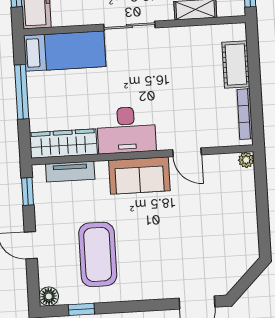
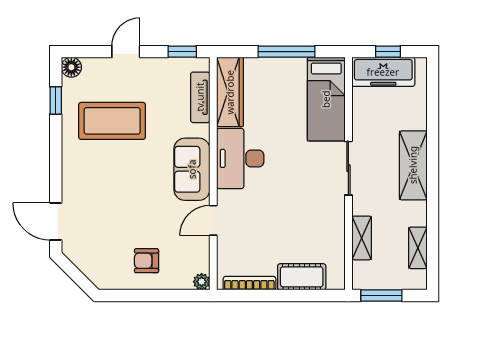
armchair: (229, 214) -> (147, 261), added

